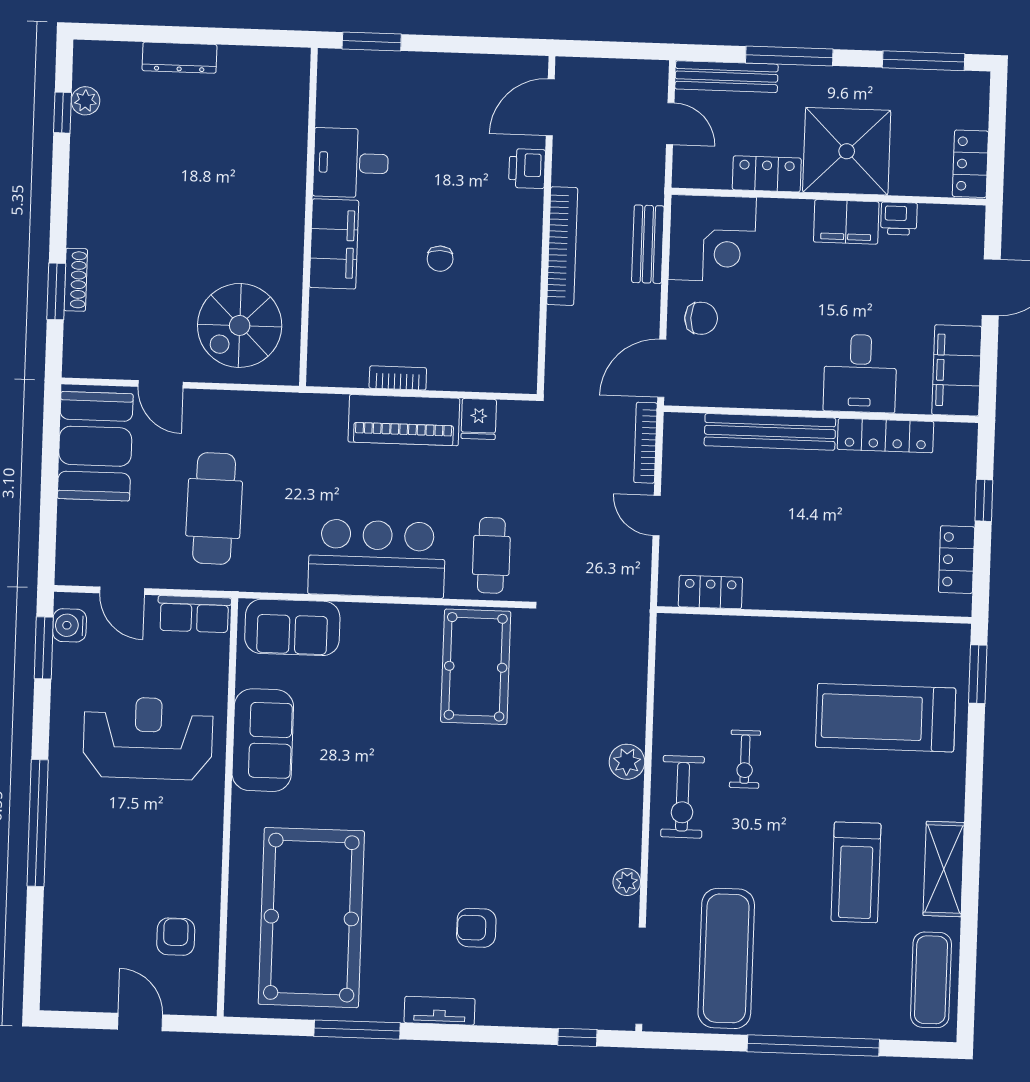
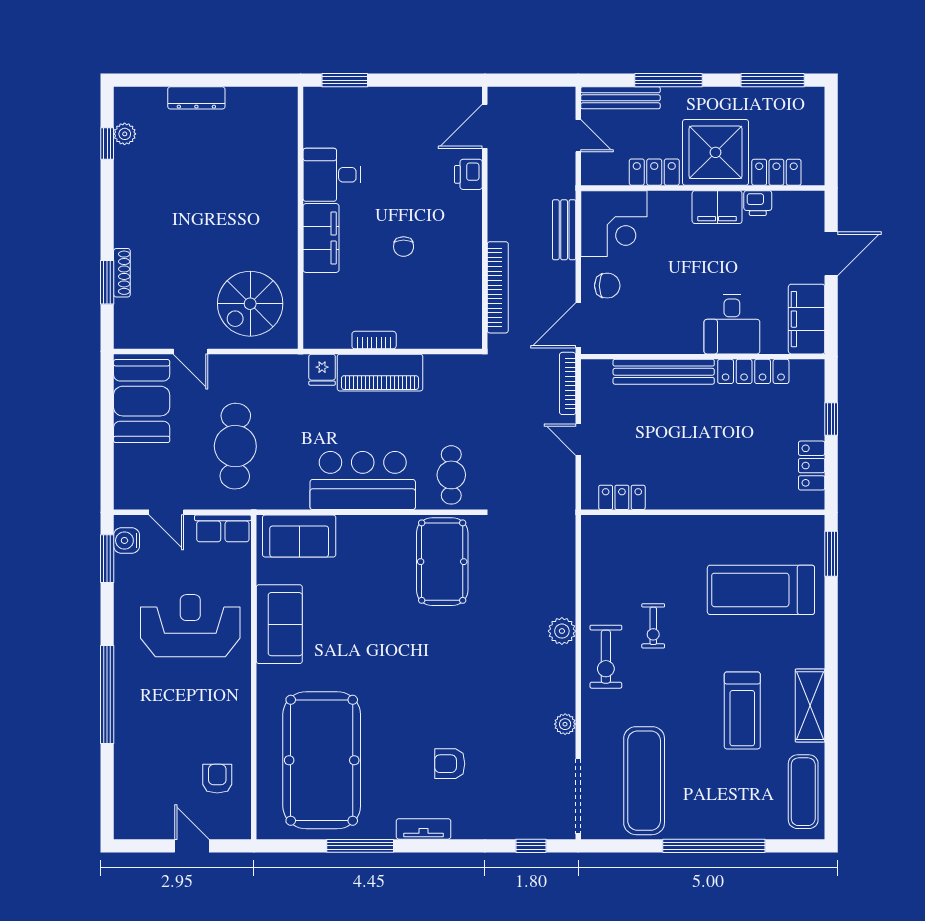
locker: (970, 164) -> (776, 172), moved, turned 90
bookcase: (562, 246) -> (498, 287), moved
fridge: (479, 419) -> (322, 370), moved

